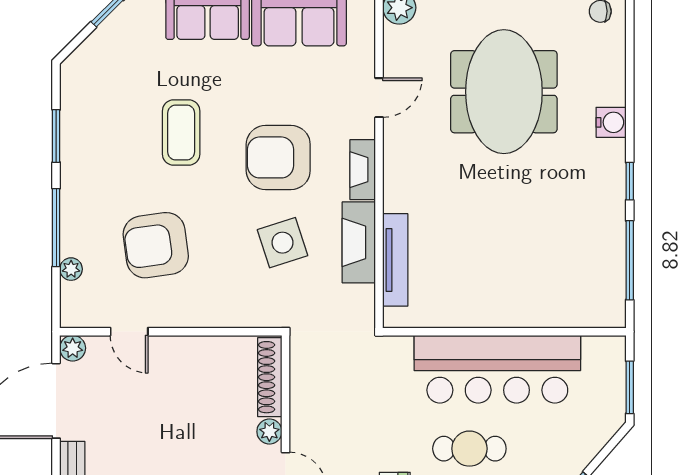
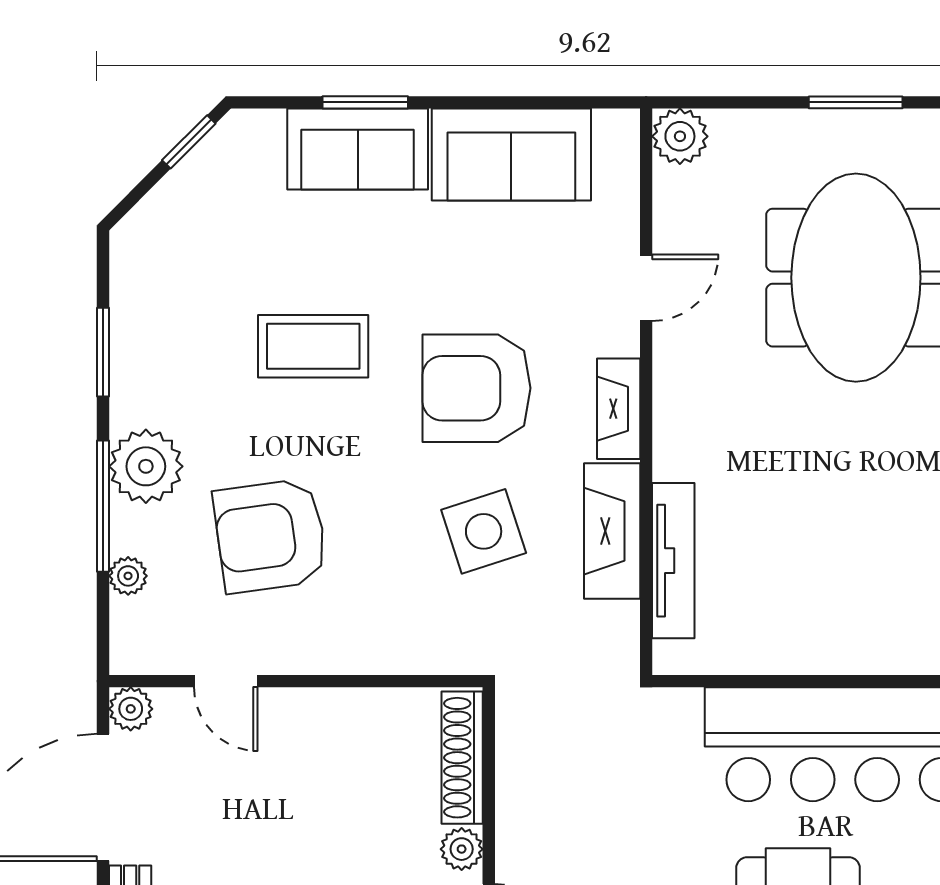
coffee table: (181, 133) -> (313, 346), turned 90
plant: (82, 204) -> (146, 466), added

